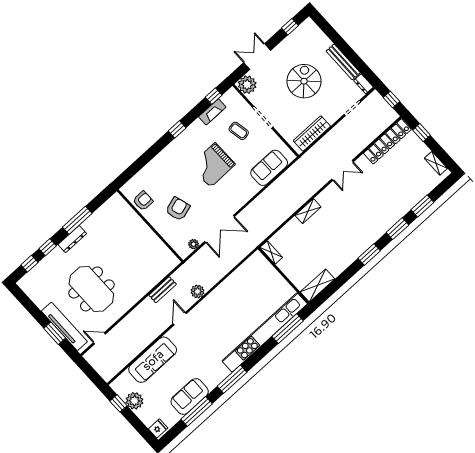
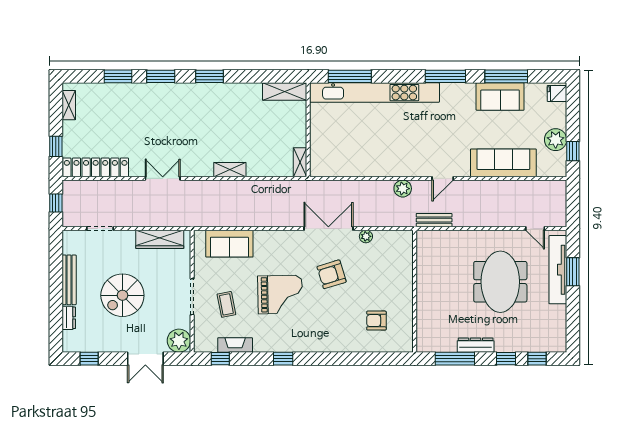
dresser: (364, 84) -> (69, 318), moved
armchair: (178, 209) -> (332, 274), moved
wall: (150, 226) -> (415, 291), moved

